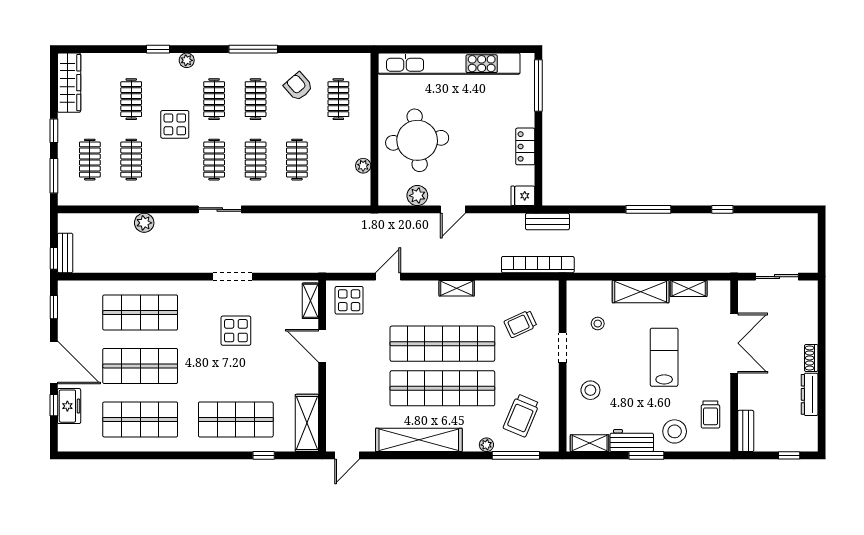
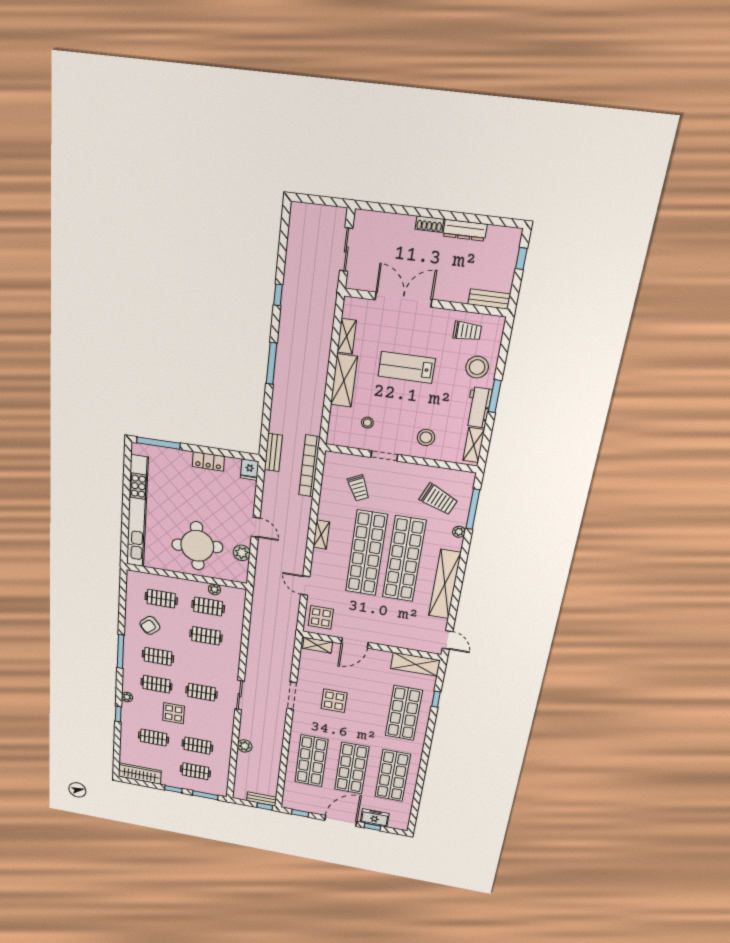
clothes rail: (256, 160) -> (208, 606), moved

